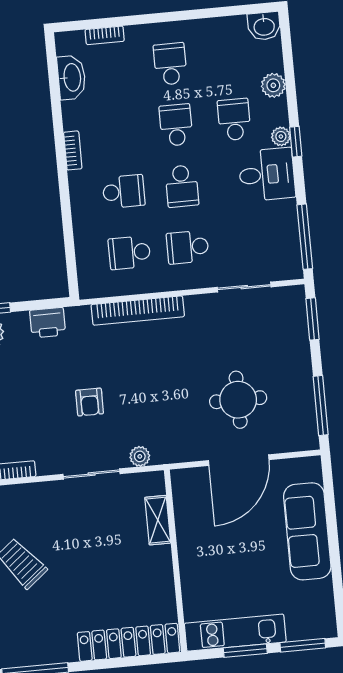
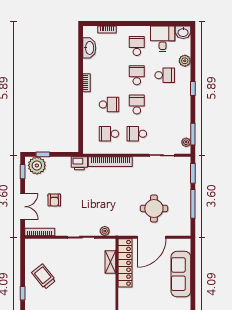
school desk: (234, 119) -> (165, 75), turned 90
plant: (281, 136) -> (186, 142), moved
desk: (267, 175) -> (163, 39), moved, turned -90
school desk: (182, 186) -> (137, 104), turned 180
window: (305, 237) -> (193, 134), width x0.69
printer: (48, 323) -> (79, 163), moved
armchair: (90, 402) -> (54, 200), moved
window: (321, 406) -> (193, 204), moved
locker: (189, 519) -> (125, 263), added

